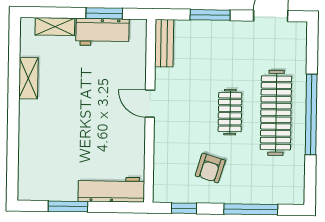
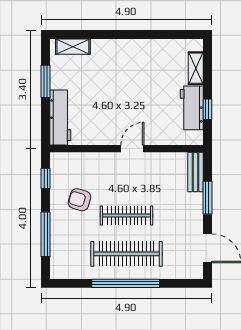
window: (104, 13) -> (207, 109), width x0.67
bench: (164, 43) -> (195, 172), moved, turned 90
shelving: (28, 78) -> (73, 47), moved
clothes rail: (230, 112) -> (126, 216), width x1.36

